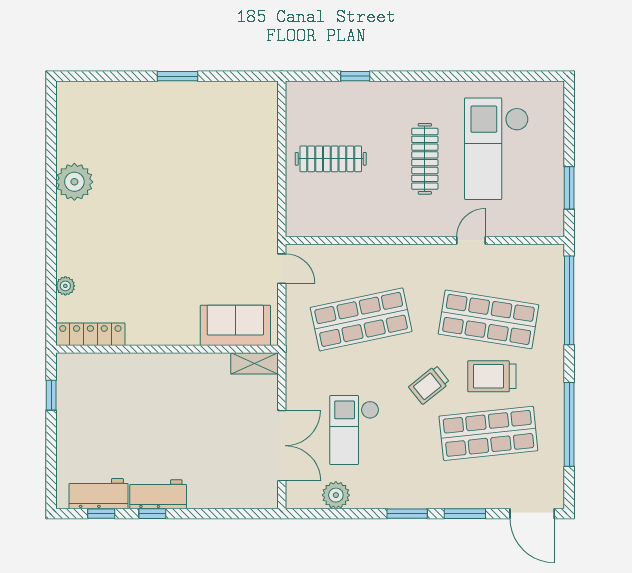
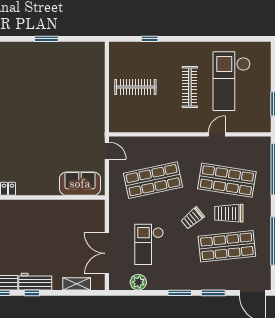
shelving: (254, 363) -> (77, 284), moved
double door: (282, 446) -> (107, 253), swing flipped

